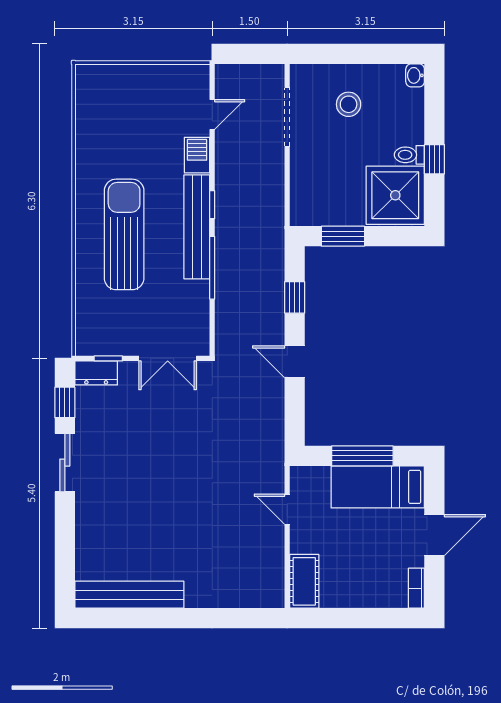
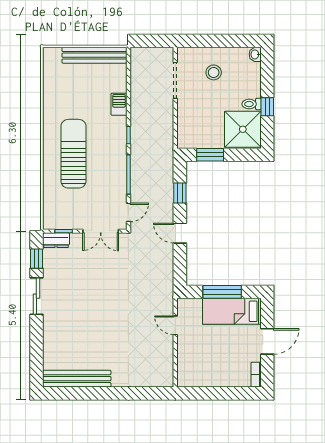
door: (212, 115) -> (128, 212), moved
bench: (197, 227) -> (95, 55), moved, turned 90
cot: (304, 581) -> (186, 370), removed

